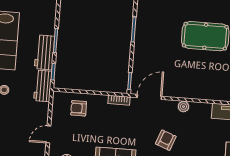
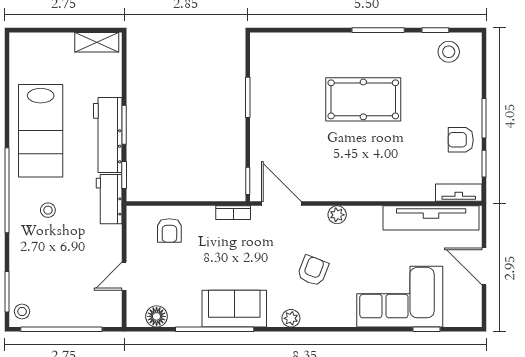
workbench: (44, 52) -> (108, 135), width x1.38
door: (149, 97) -> (281, 204), hinge flipped
armchair: (79, 108) -> (169, 230), turned -90

